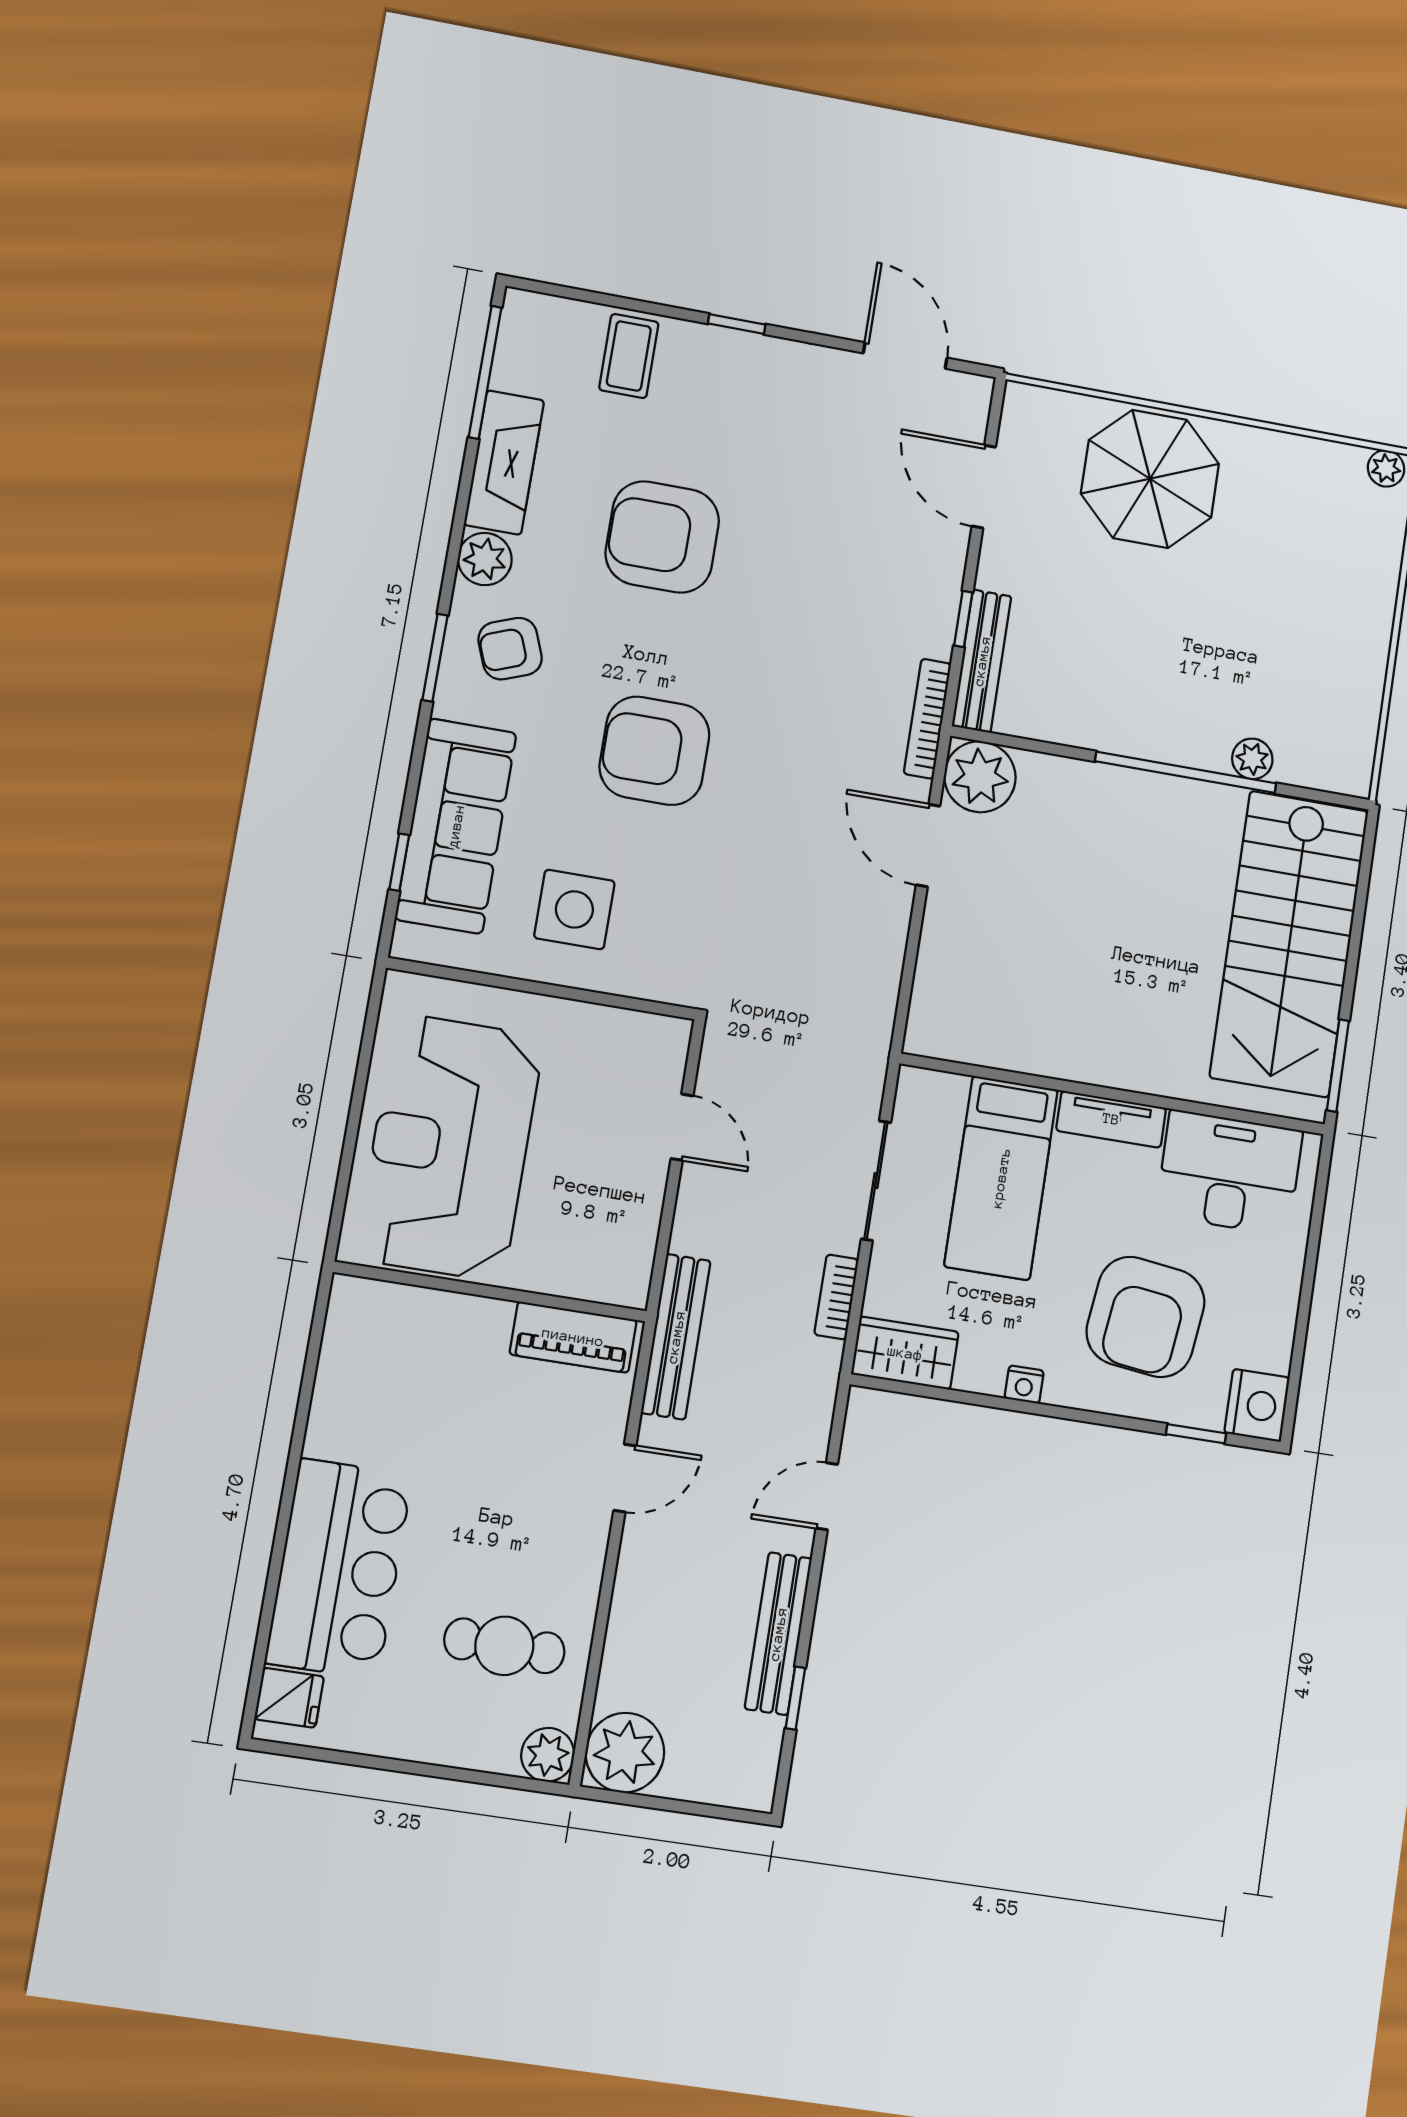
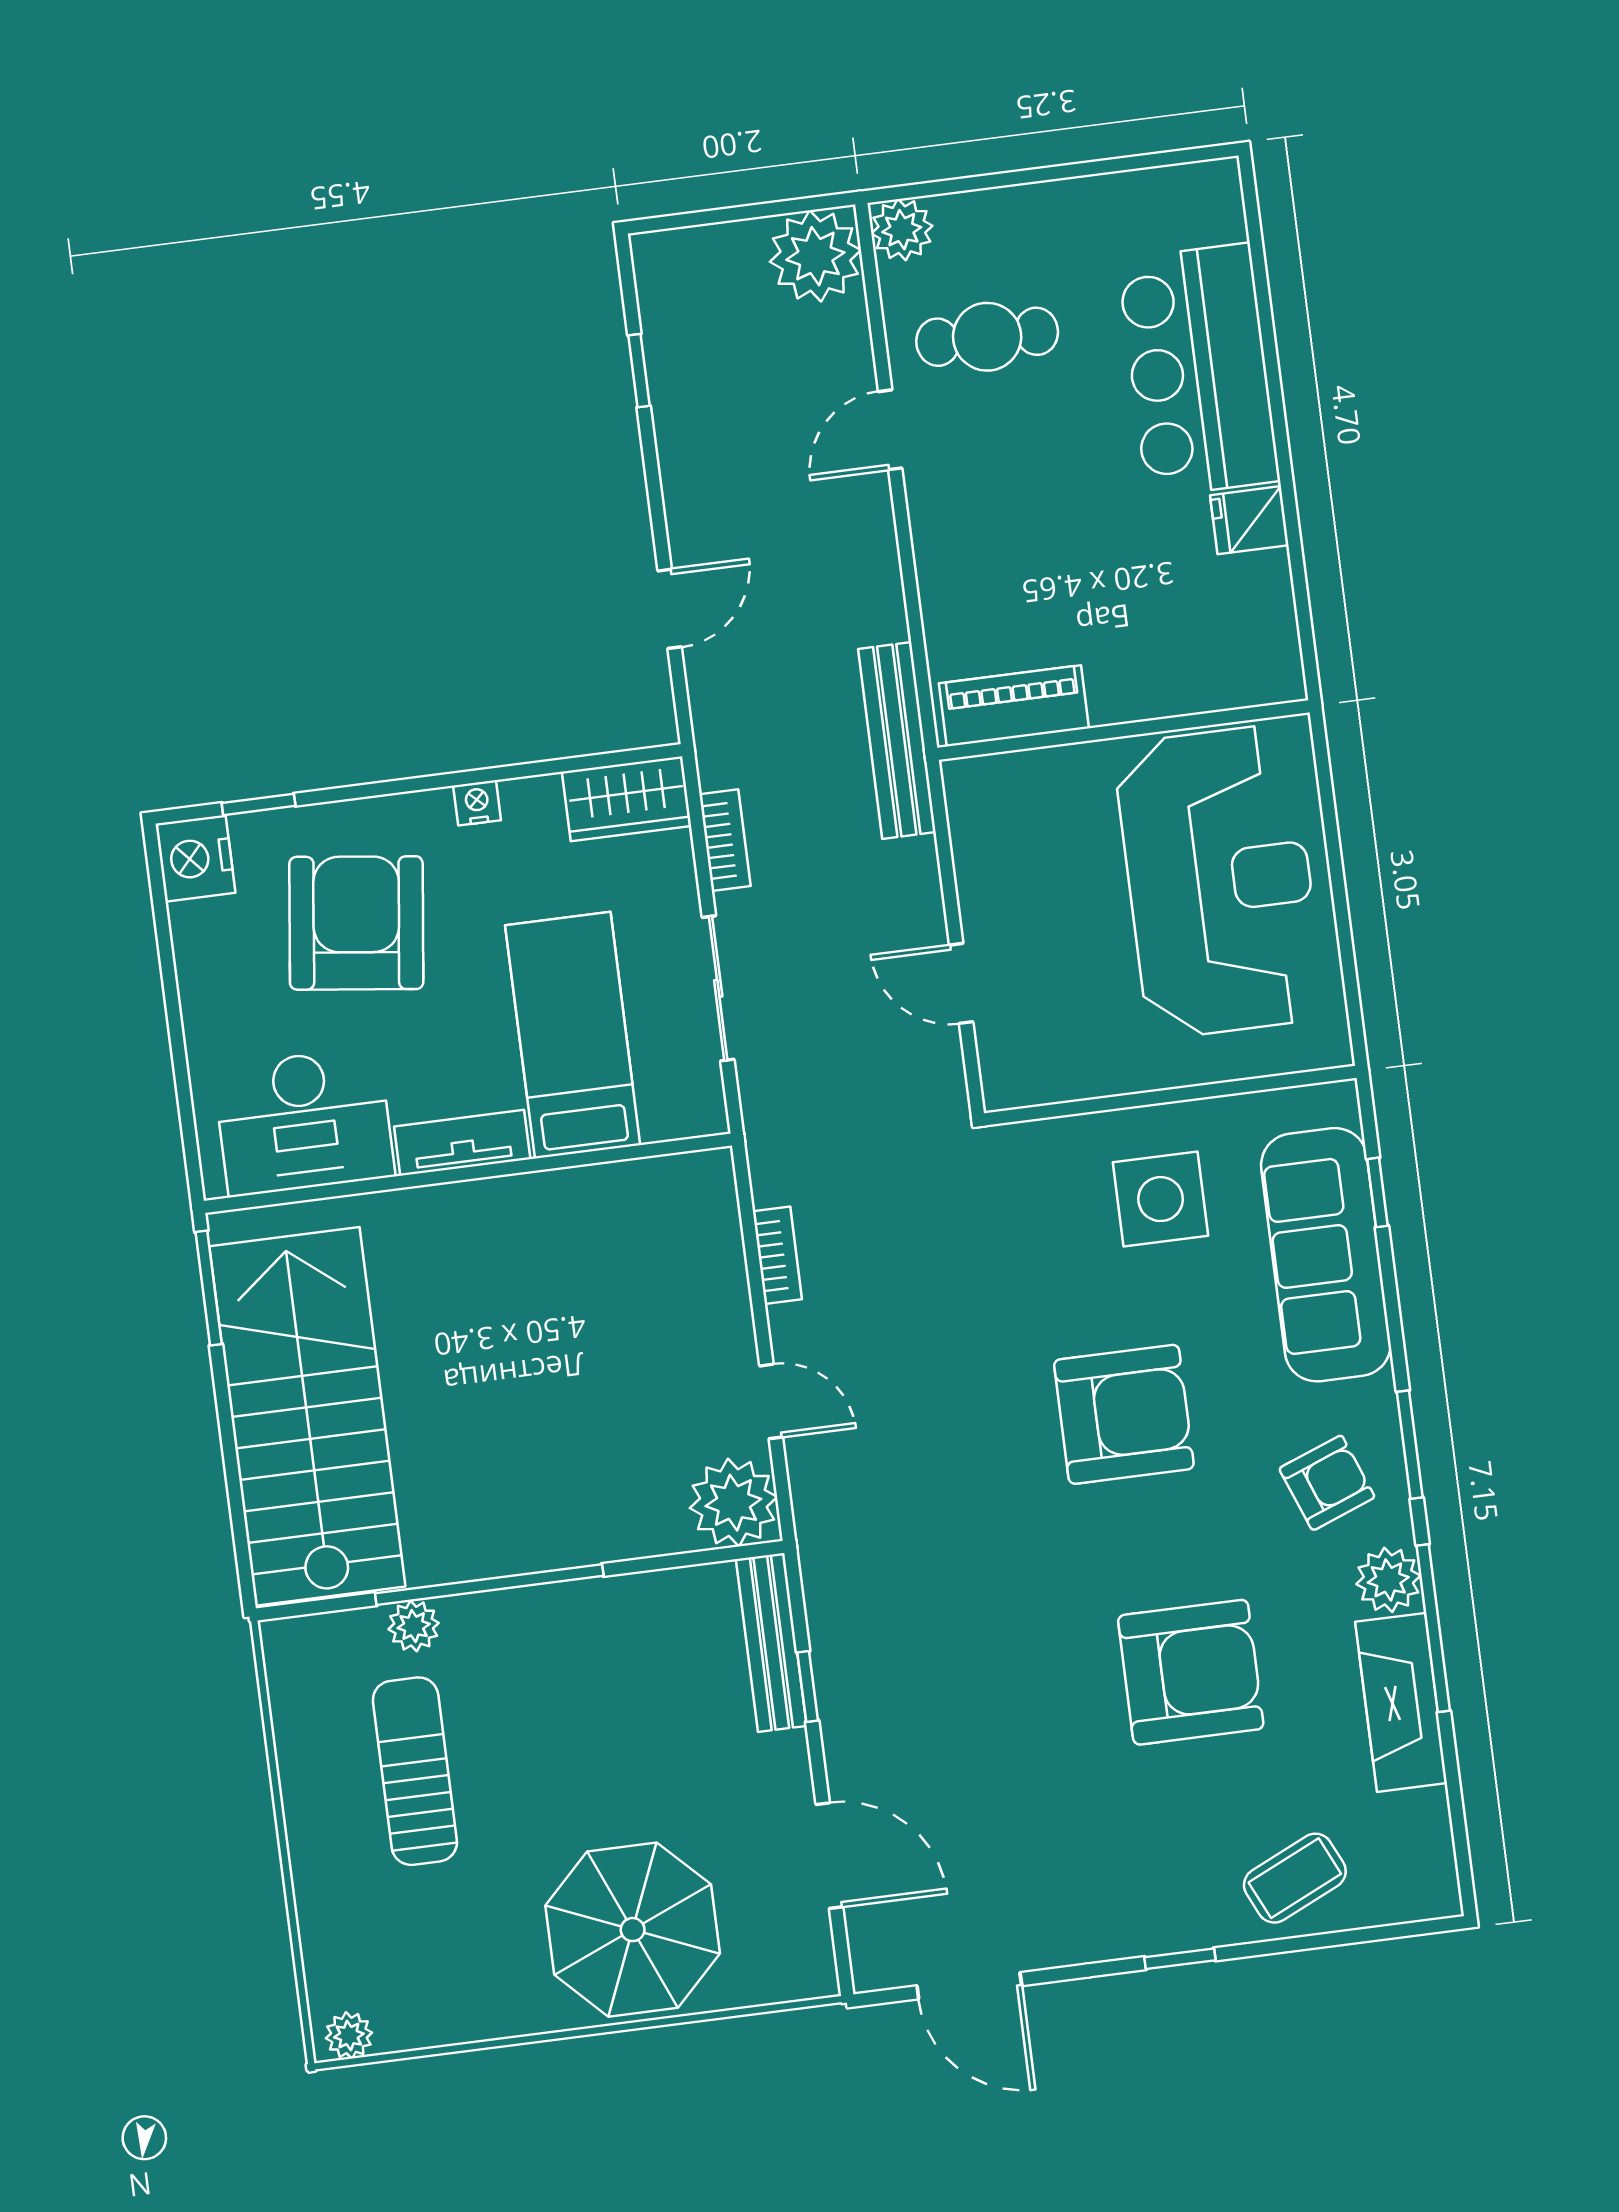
coffee table: (629, 356) -> (1295, 1878), turned 65
window: (485, 372) -> (1433, 1628), moved
sun lounger: (1282, 649) -> (415, 1771), added
bookcase: (927, 719) -> (777, 1255), moved, width x0.64
door: (928, 845) -> (771, 1401), width x0.73
door: (625, 1478) -> (890, 430), moved
bench: (778, 1634) -> (680, 438), removed
fridge: (289, 1698) -> (1249, 520), moved

